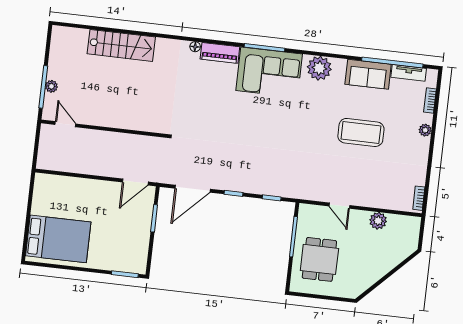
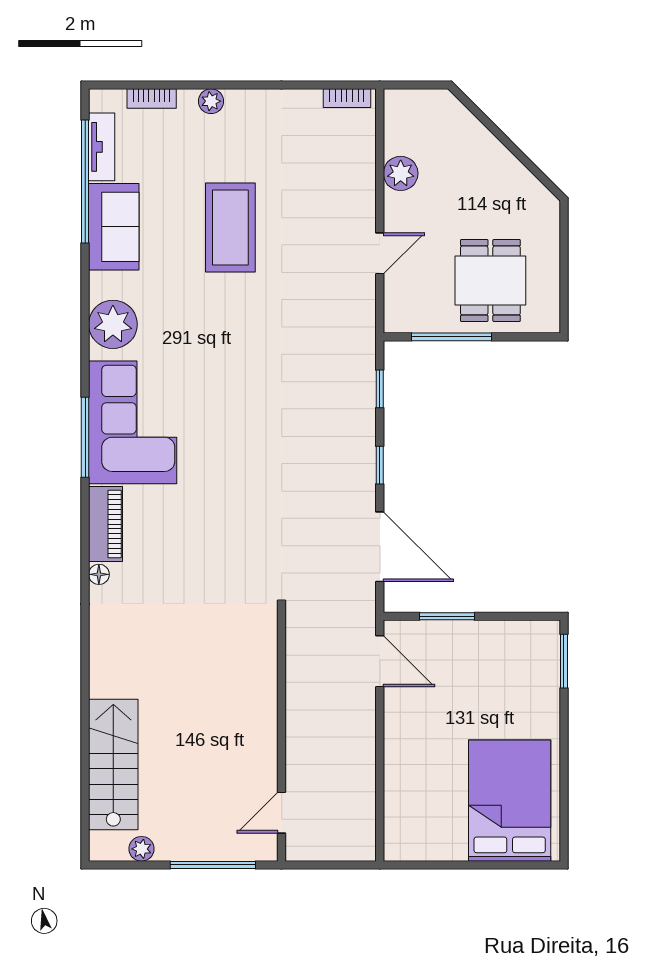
stairs: (121, 45) -> (113, 764), moved
plant: (51, 86) -> (142, 849), moved
dining table: (319, 259) -> (490, 280), turned 90

